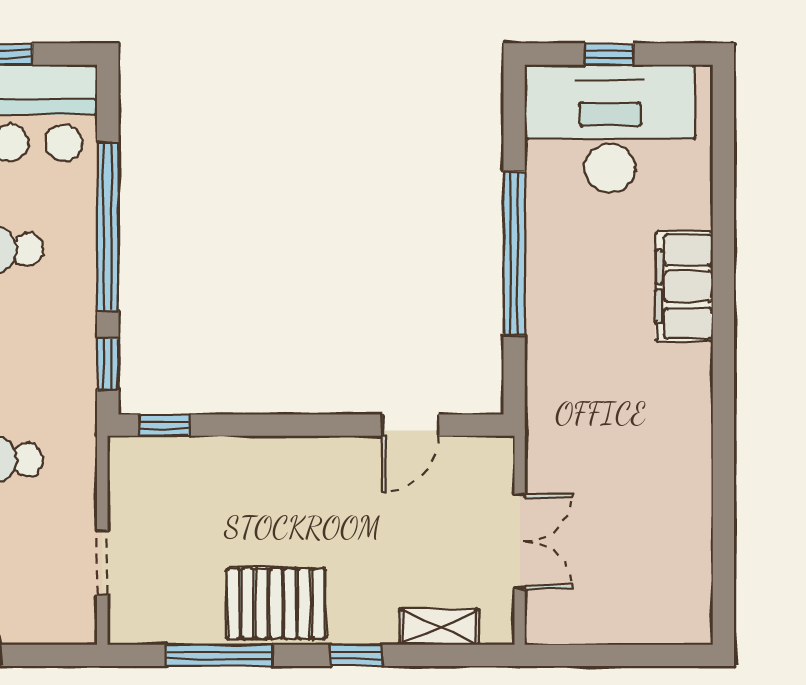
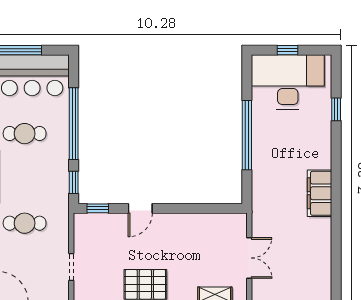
window: (723, 193) -> (336, 109), added
filing cabinet: (684, 287) -> (319, 193), moved
door: (410, 425) -> (140, 208), moved

